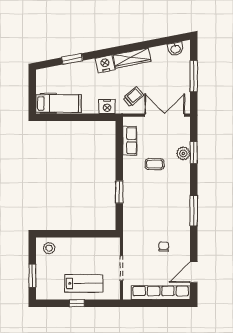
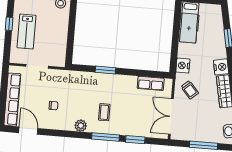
double door: (165, 115) -> (171, 116), swing flipped
plant: (183, 153) -> (81, 126), moved
coffee table: (155, 164) -> (104, 112), moved
window: (194, 211) -> (105, 137), moved

